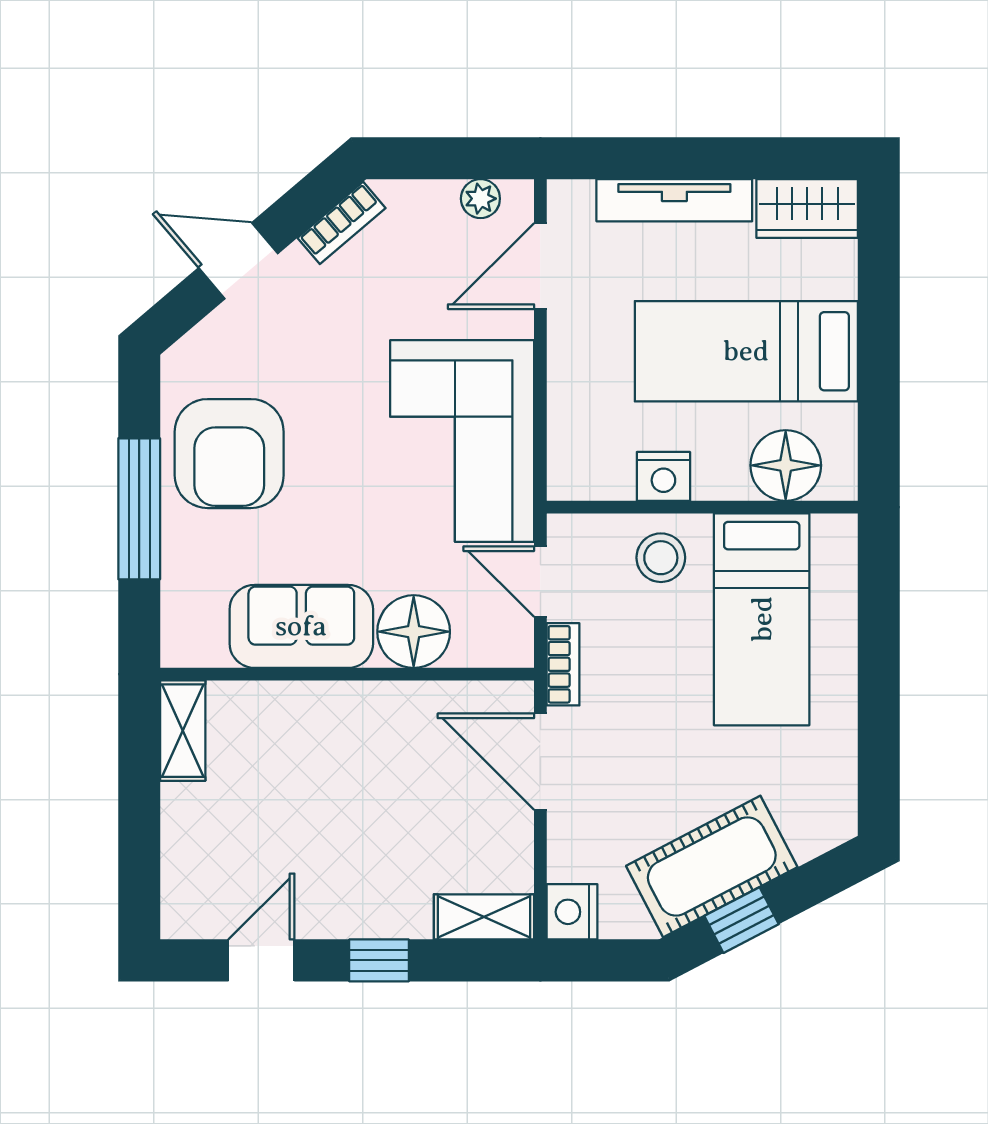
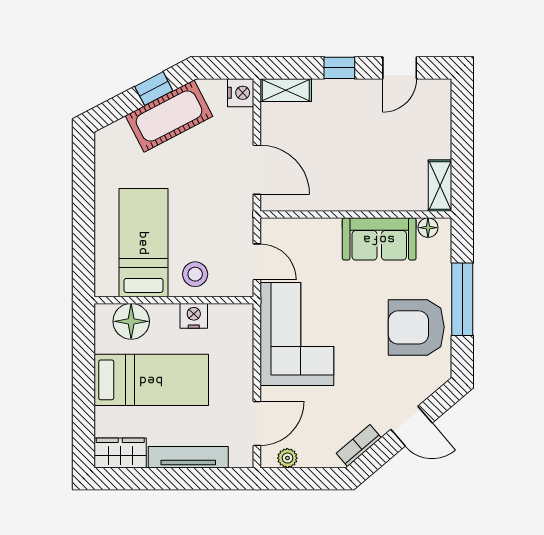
armchair: (229, 454) -> (416, 327), turned -90
floor lamp: (414, 632) -> (428, 228), moved, width x0.53, depth x0.53
bookcase: (563, 664) -> (245, 220), removed

